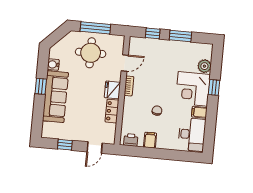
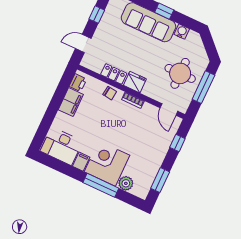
window: (180, 36) -> (160, 180), moved
door: (125, 63) -> (169, 109), moved
window: (214, 87) -> (101, 185), width x2.17
chair: (157, 111) -> (110, 93), moved
filing cabinet: (150, 140) -> (71, 102), width x2.00
door: (95, 148) -> (83, 44), hinge flipped

